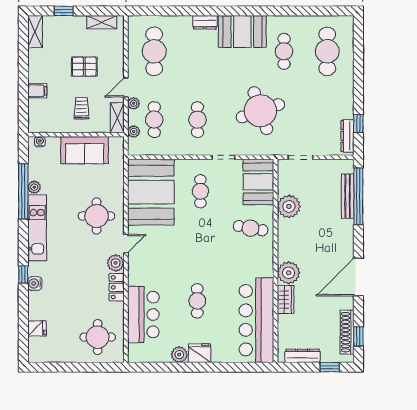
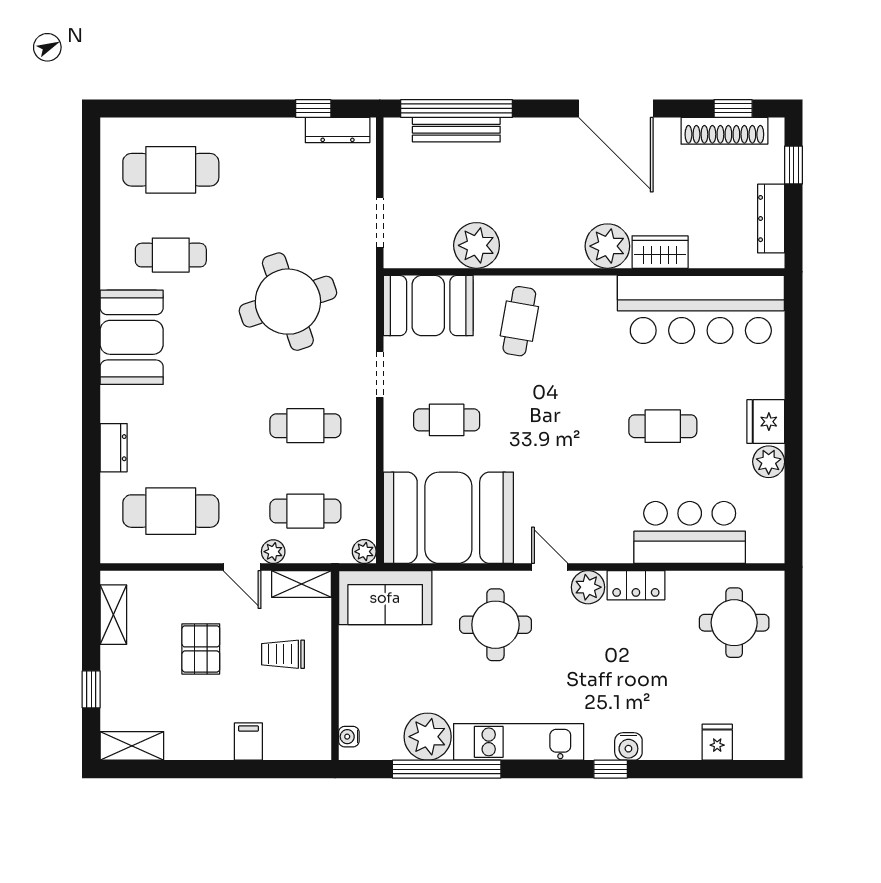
dresser: (205, 22) -> (114, 448), moved
plant: (134, 132) -> (364, 552), moved
sofa: (85, 150) -> (385, 598), moved, turned 90
plant: (34, 187) -> (428, 737), width x1.88, depth x1.88

